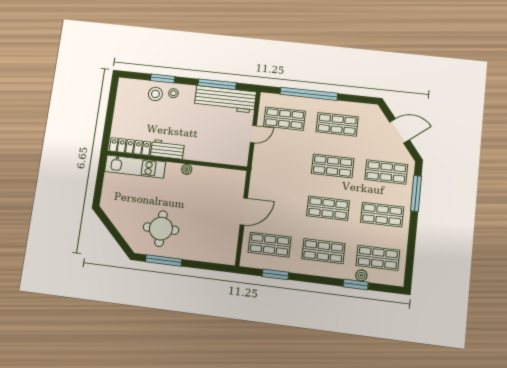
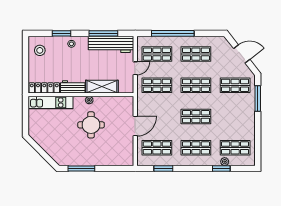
stool: (155, 94) -> (40, 50), moved
shelving: (206, 153) -> (102, 87), added
shop shelf: (382, 215) -> (157, 85), moved
round table: (161, 229) -> (91, 125), moved

